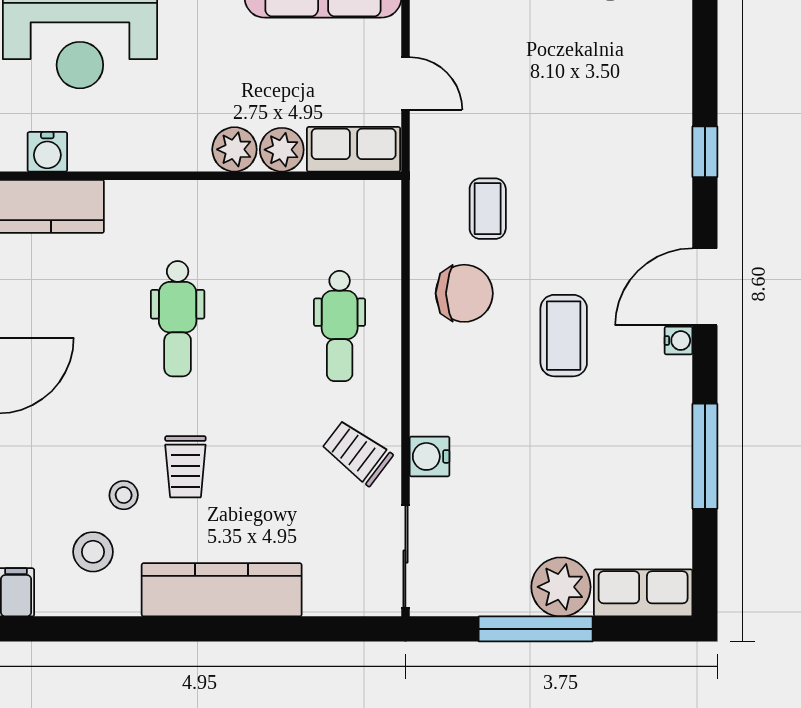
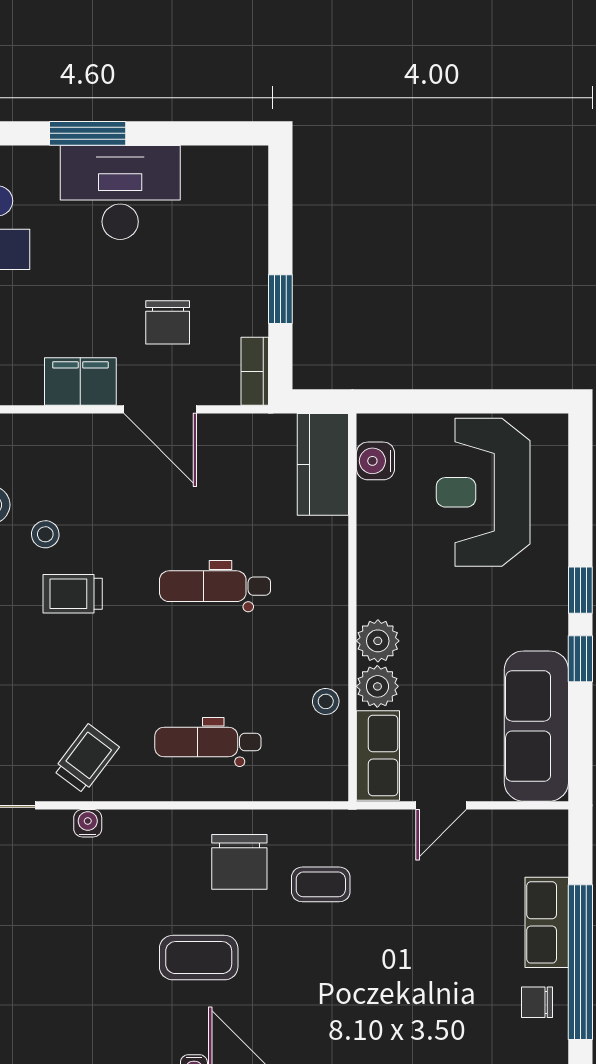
stool: (297, 204) -> (326, 701), added
water cooler: (430, 456) -> (88, 823), width x0.72, depth x0.72

